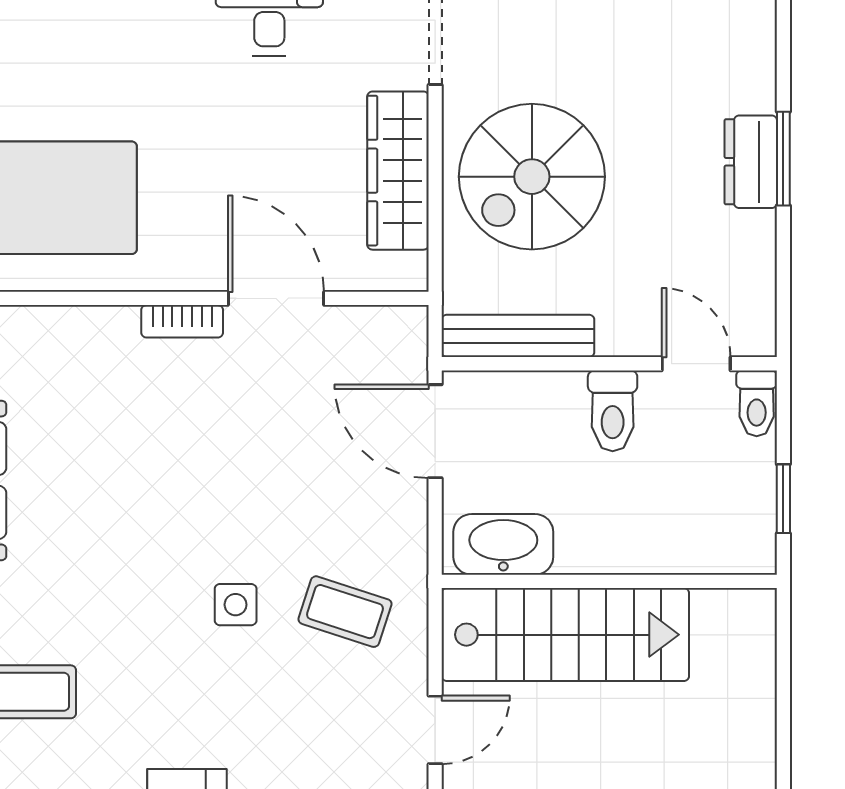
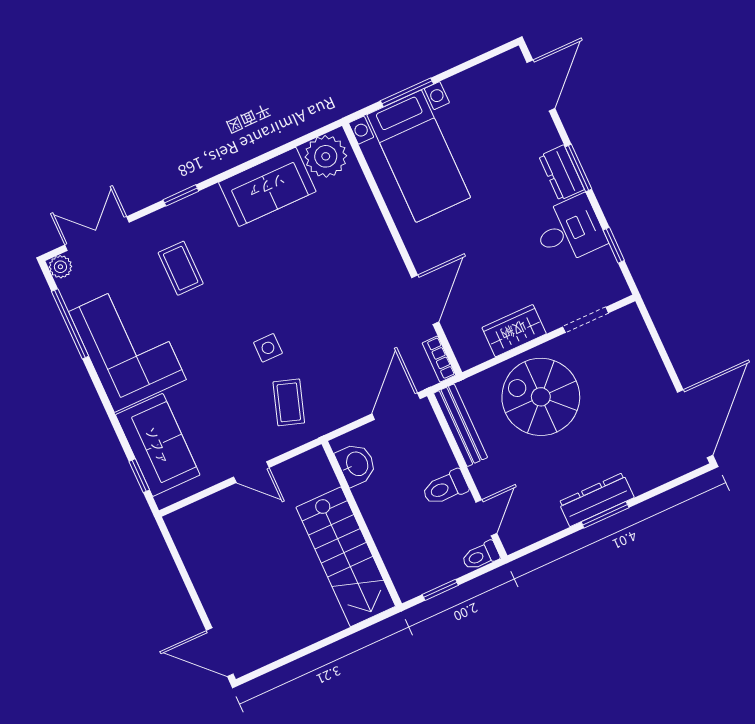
dresser: (751, 162) -> (596, 500), width x1.44
wardrobe: (398, 171) -> (514, 331), width x0.67
bookcase: (182, 321) -> (439, 359), moved
washbasin: (503, 544) -> (356, 464), width x0.72
stairs: (565, 635) -> (346, 557), moved

